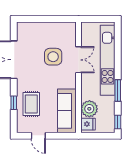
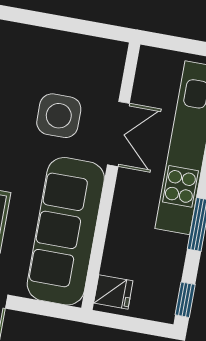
plant: (89, 109) -> (123, 256), removed
sofa: (67, 111) -> (66, 231), width x1.36, depth x1.27

